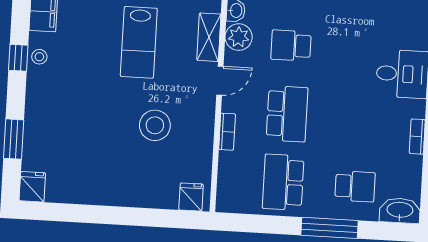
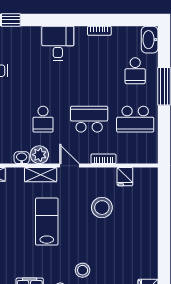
lab bench: (139, 42) -> (47, 222), turned -90
stool: (64, 91) -> (83, 270), added
school desk: (355, 186) -> (135, 71), turned 180
fridge: (191, 197) -> (125, 177), moved, turned -90

